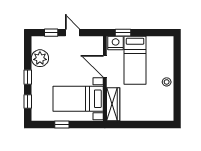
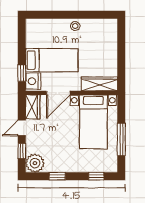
wardrobe: (92, 43) -> (33, 107), added
plant: (40, 58) -> (35, 163), moved
window: (28, 77) -> (57, 176), moved
window: (62, 125) -> (121, 139), width x2.17

